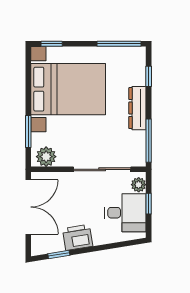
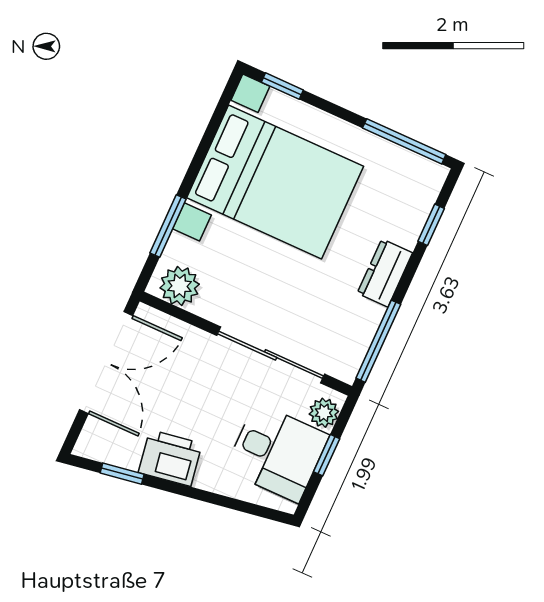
dresser: (137, 108) -> (385, 273), width x0.70

